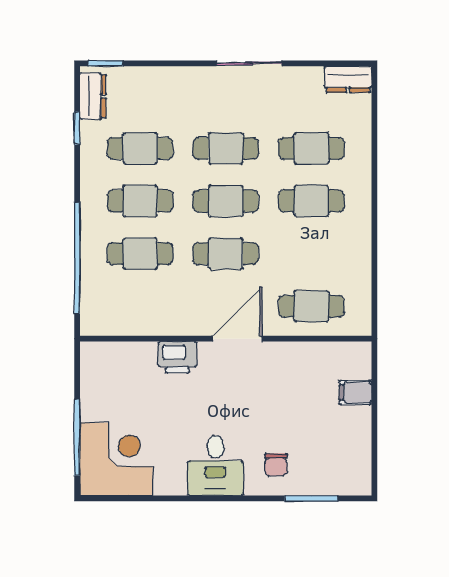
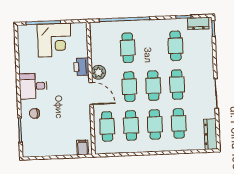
dresser: (348, 79) -> (211, 134), width x1.44
cafe table: (140, 201) -> (131, 125), moved
plant: (191, 320) -> (98, 72), added
filing cabinet: (355, 393) -> (83, 147), moved
corner desk: (116, 459) -> (54, 40), moved

